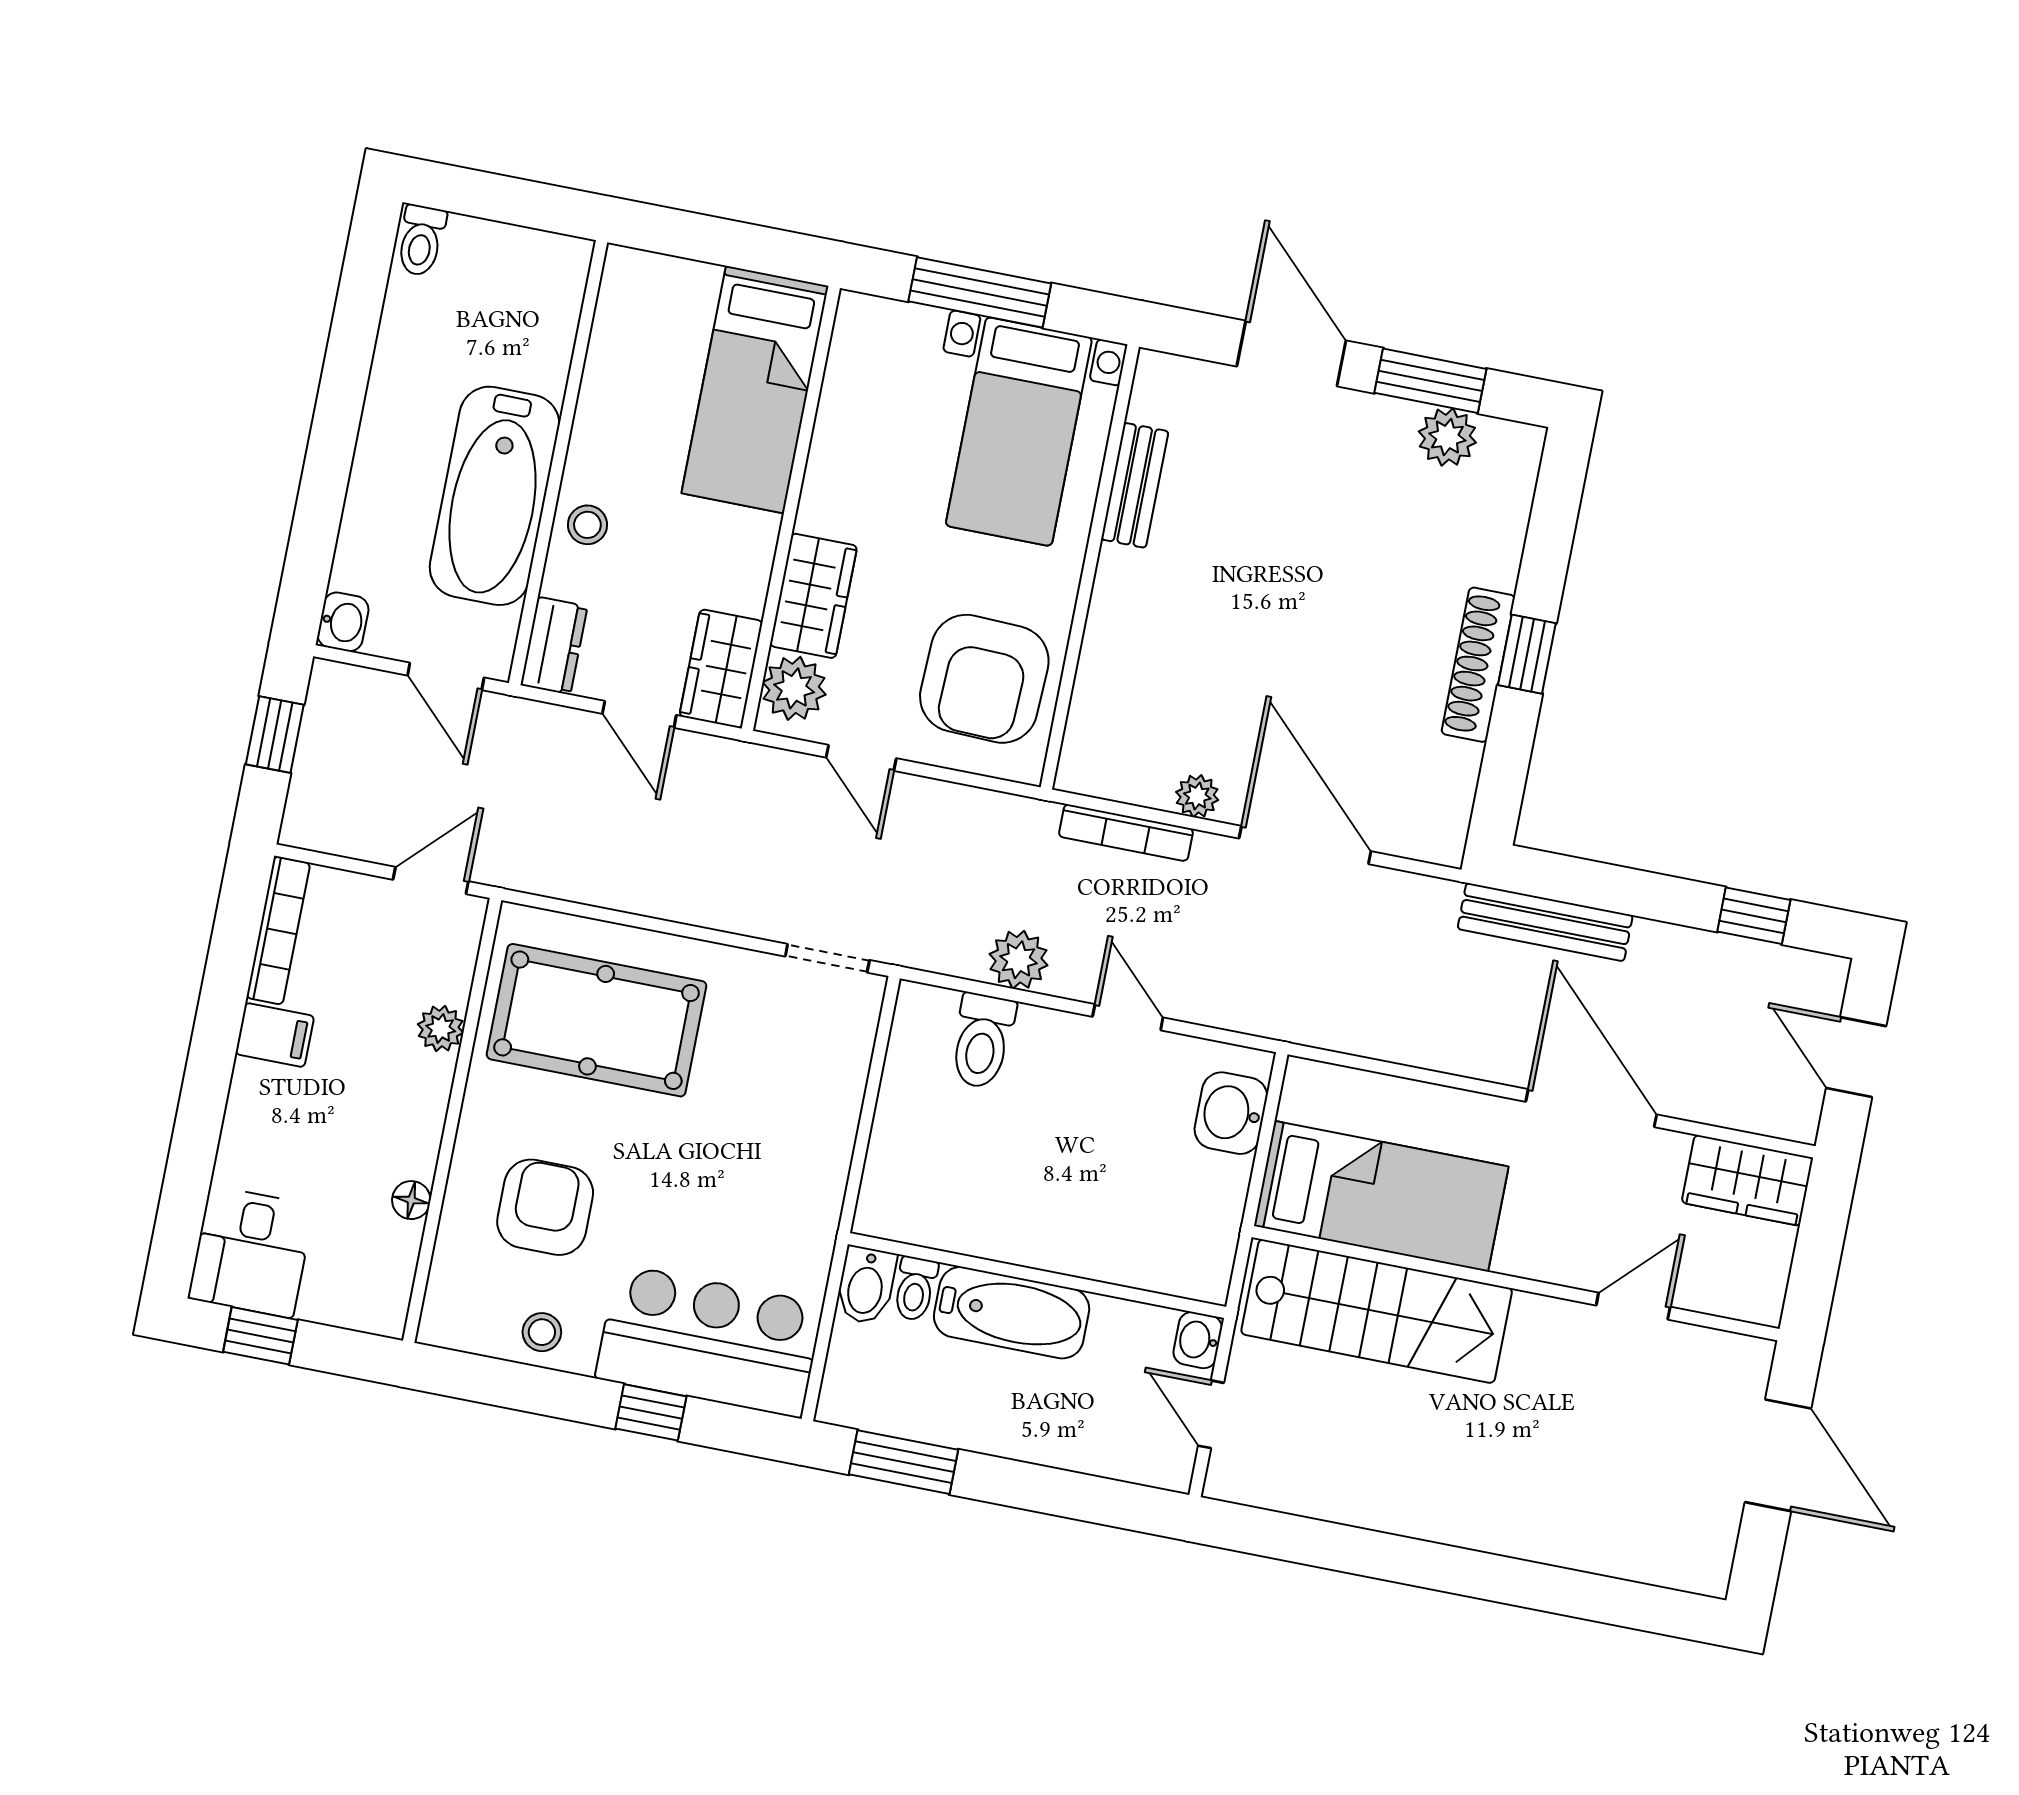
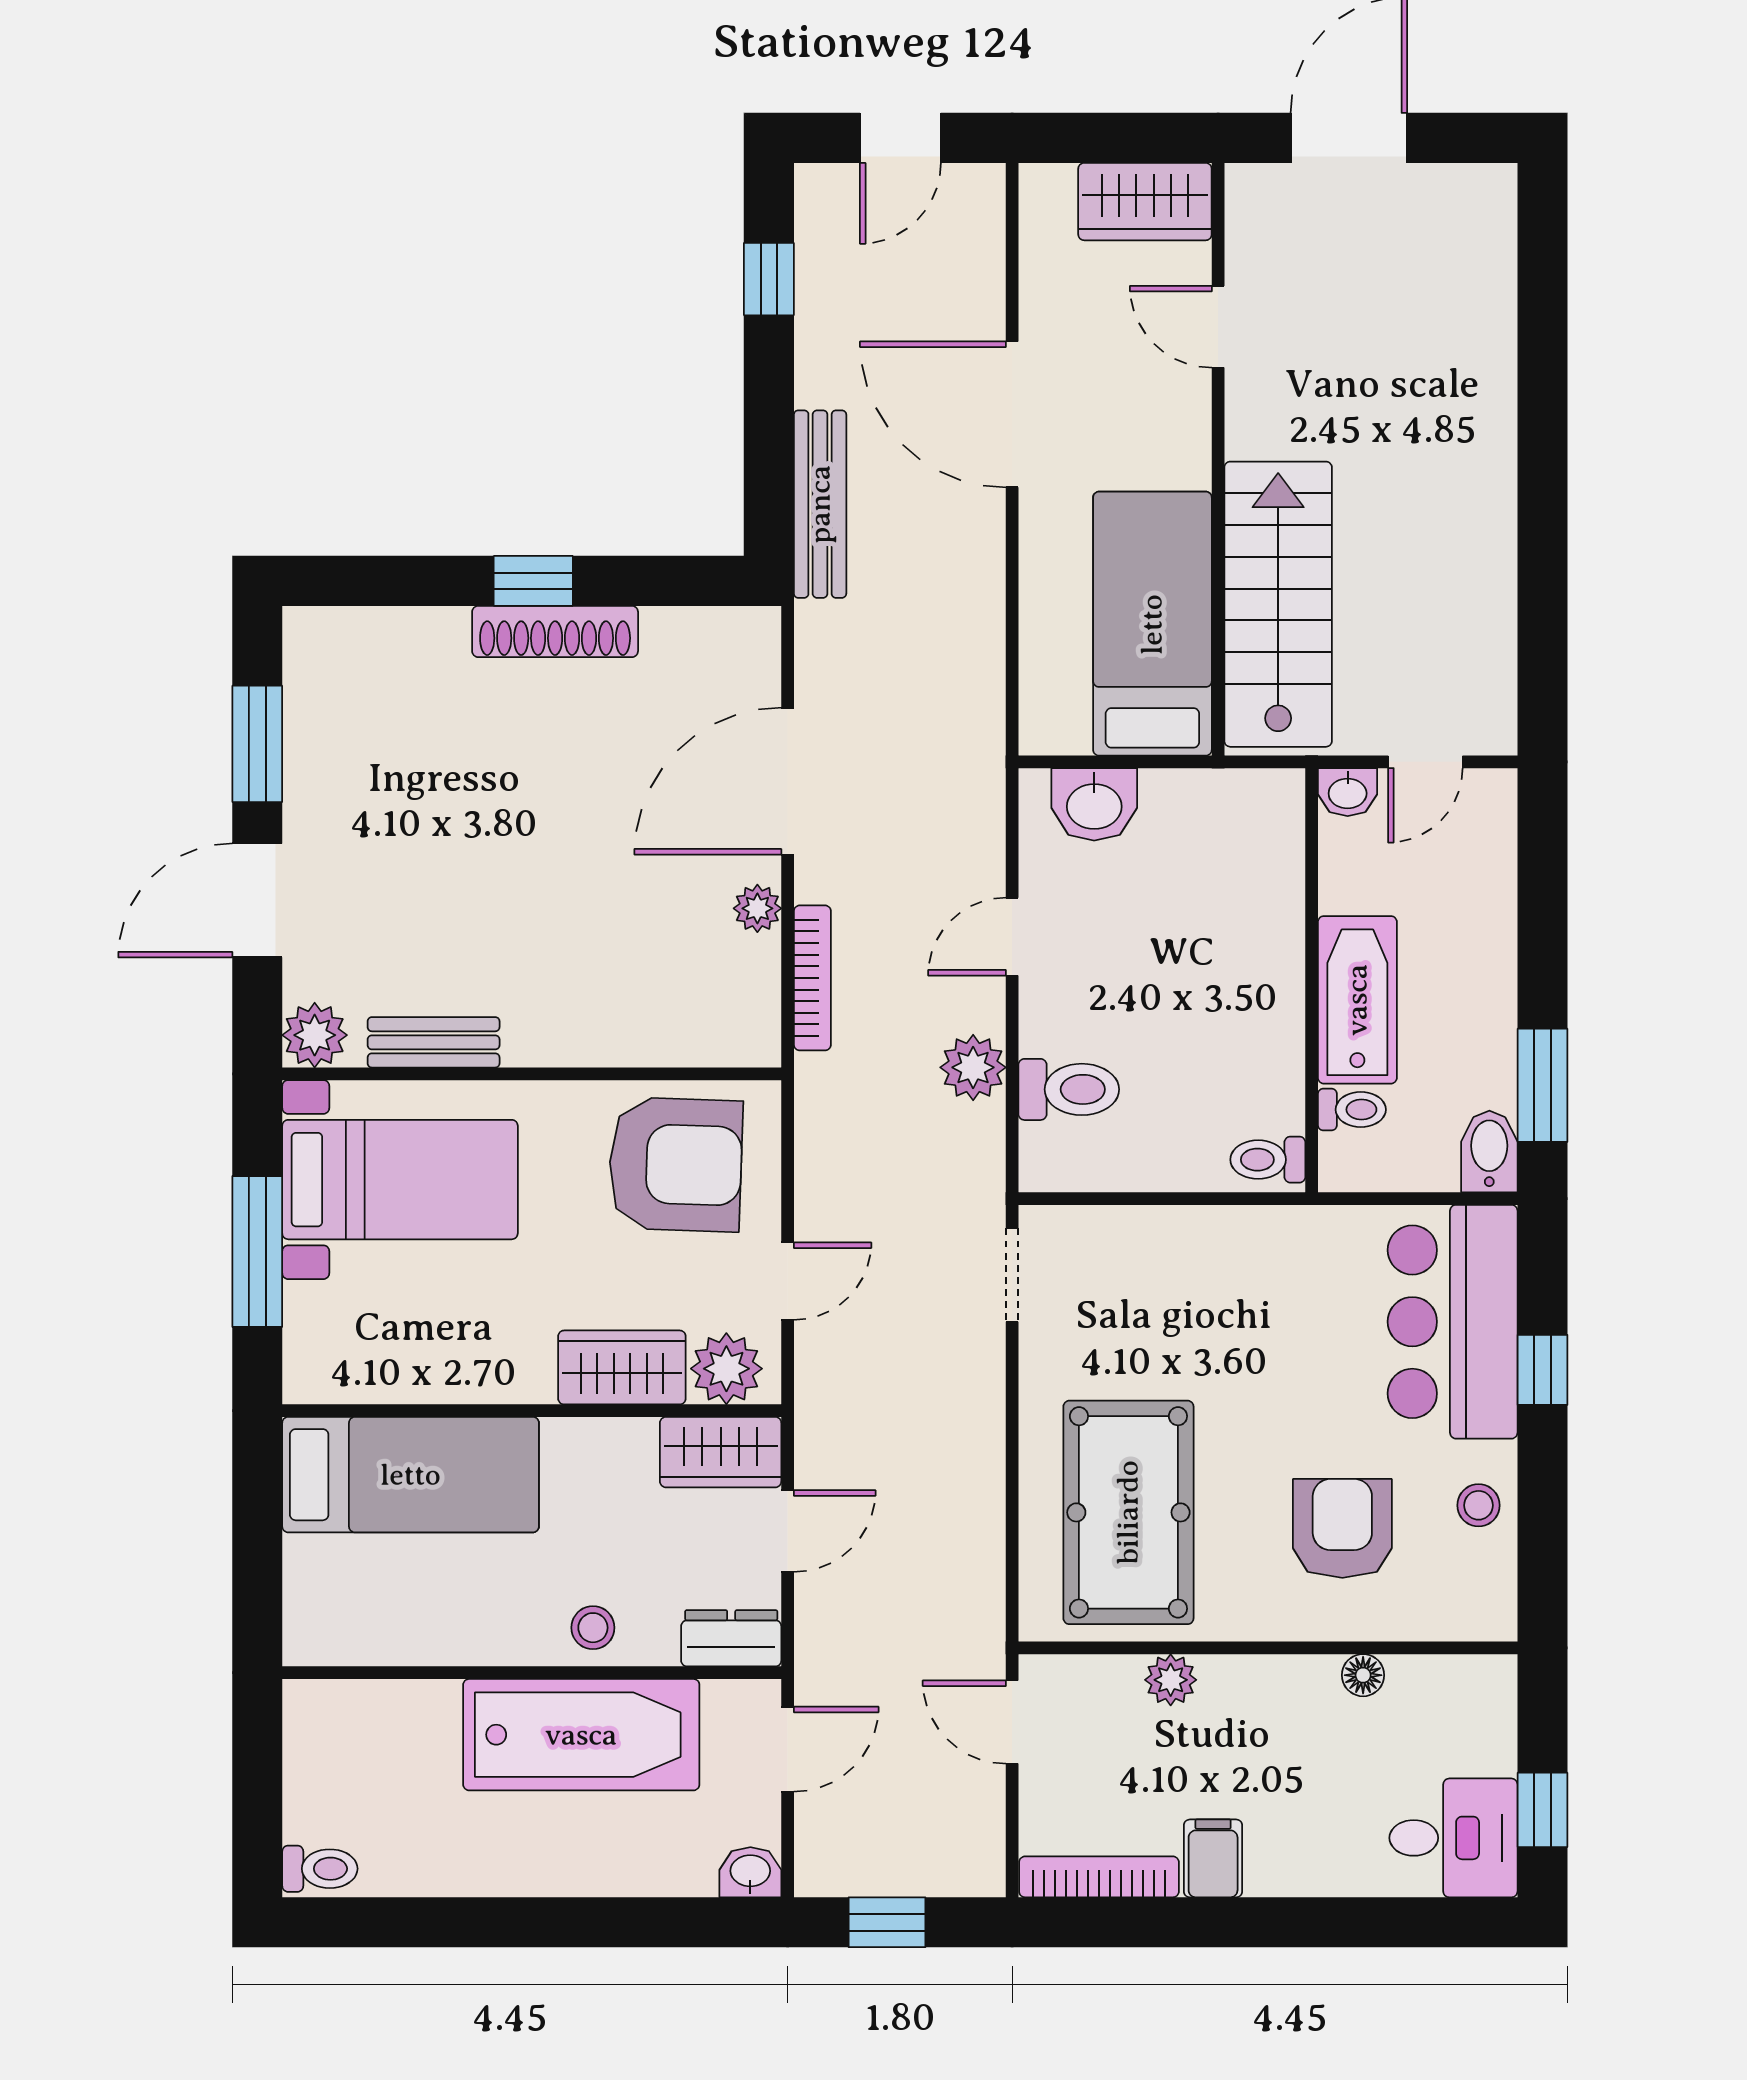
plant: (1447, 437) -> (315, 1035), moved
door: (1591, 1108) -> (1012, 414), hinge flipped
wardrobe: (1747, 1180) -> (1145, 202), moved, turned 90
toilet: (885, 1205) -> (1268, 1160), added
armchair: (545, 1207) -> (1342, 1528), turned 90
bidet: (866, 1285) -> (1489, 1151), moved, turned -90

